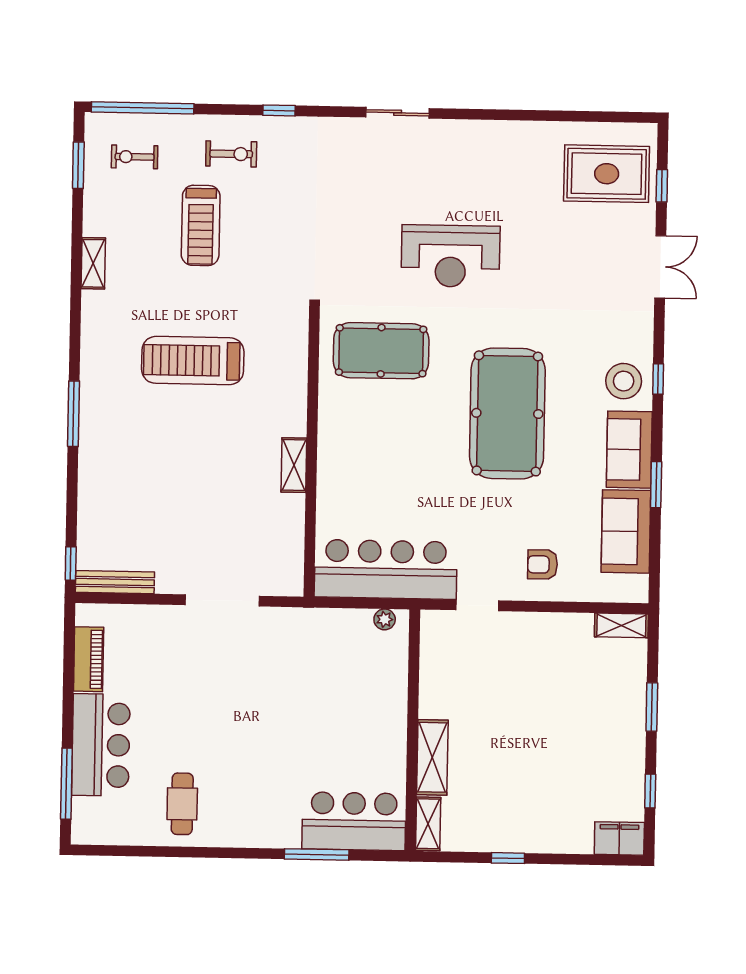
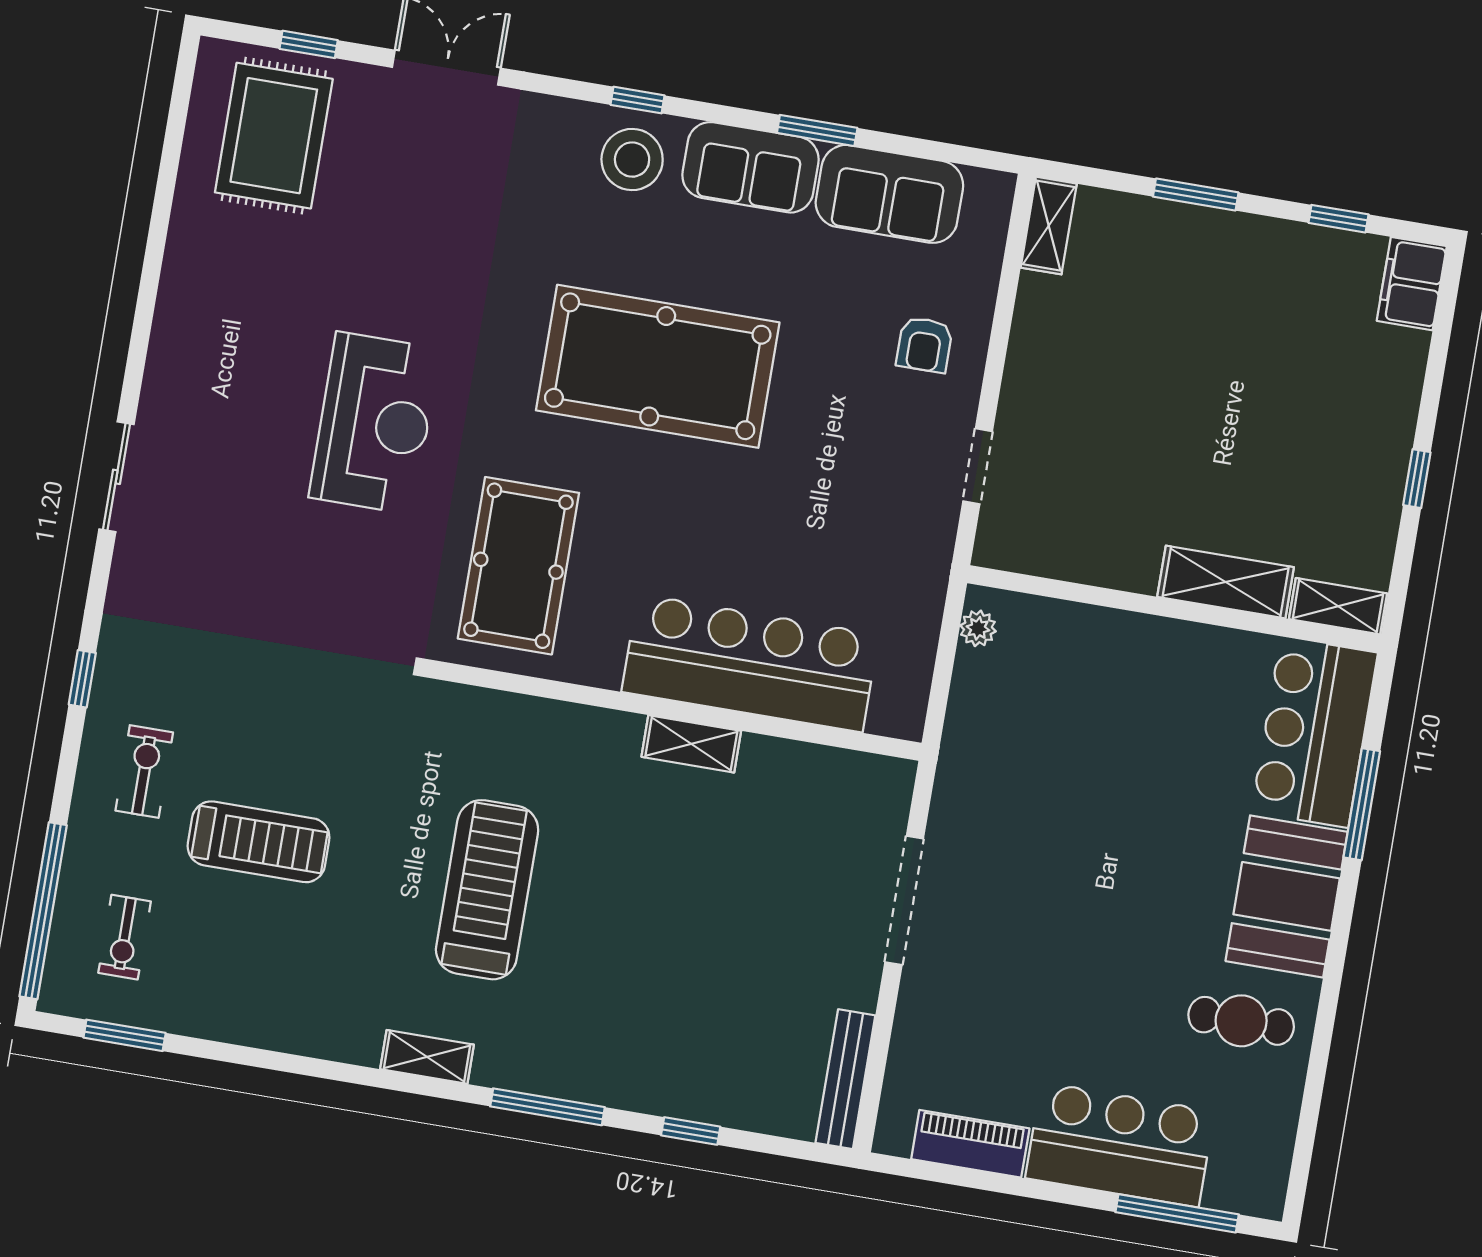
shelving: (93, 263) -> (427, 1057), moved
treadmill: (193, 361) -> (487, 890), turned 180
window: (71, 563) -> (691, 1131), moved
bar counter: (386, 569) -> (750, 663), moved, turned 90
booth: (257, 819) -> (1287, 896), added

